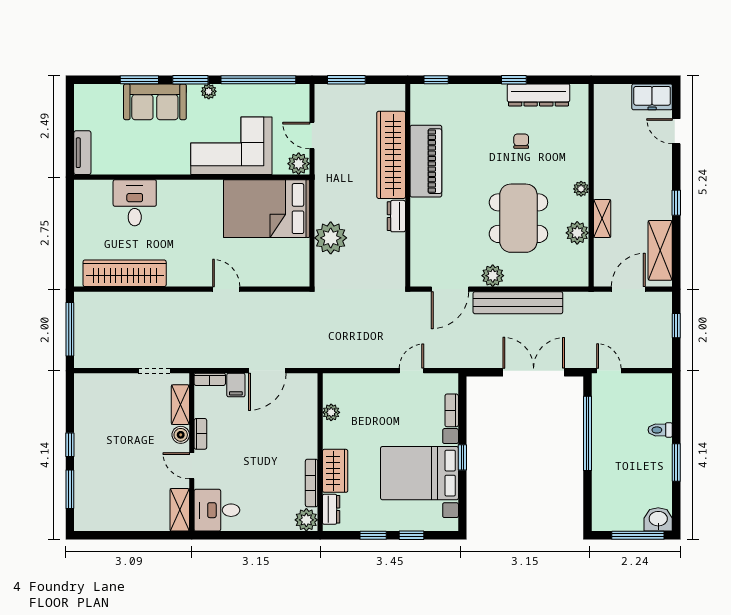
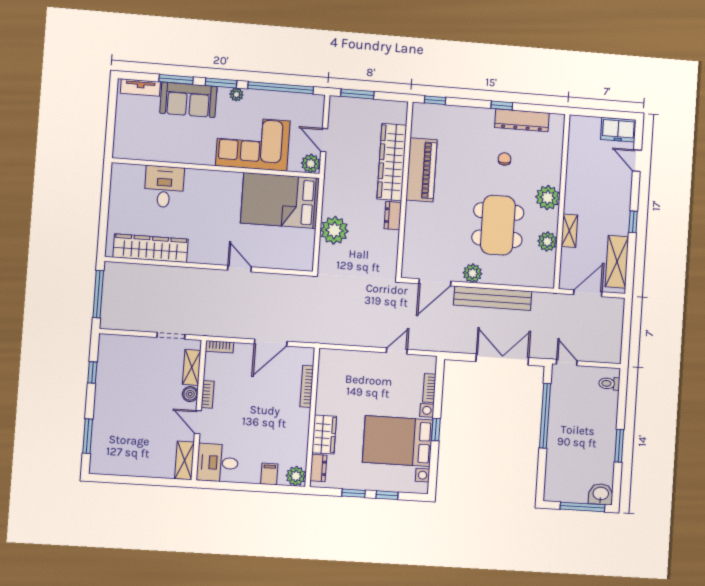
tv unit: (82, 153) -> (140, 87), moved, turned 90
plant: (581, 189) -> (548, 198), width x1.88, depth x1.88
window: (676, 326) -> (627, 327), removed
filing cabinet: (236, 385) -> (269, 474), moved, turned 180
plant: (331, 412) -> (324, 383), removed
toilet: (660, 430) -> (609, 384), moved
window: (70, 445) -> (92, 373), moved
bookcase: (312, 483) -> (307, 386), moved

